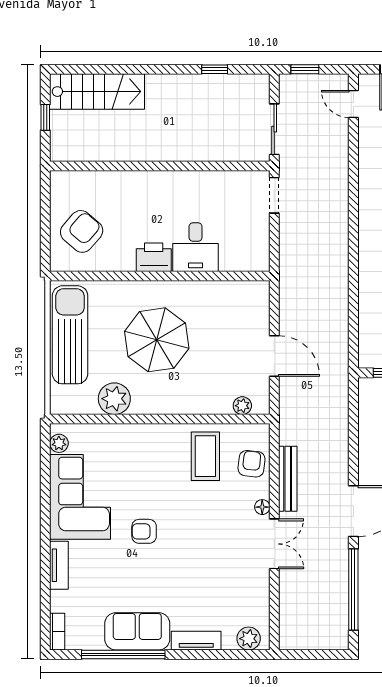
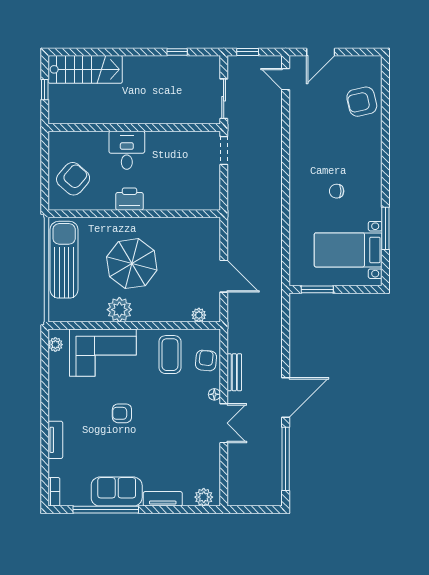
desk: (196, 247) -> (127, 150), moved, turned 180
plant: (114, 399) -> (119, 310), moved
bench: (288, 479) -> (234, 372), width x0.73
corner sofa: (80, 497) -> (103, 353), moved, turned 90

